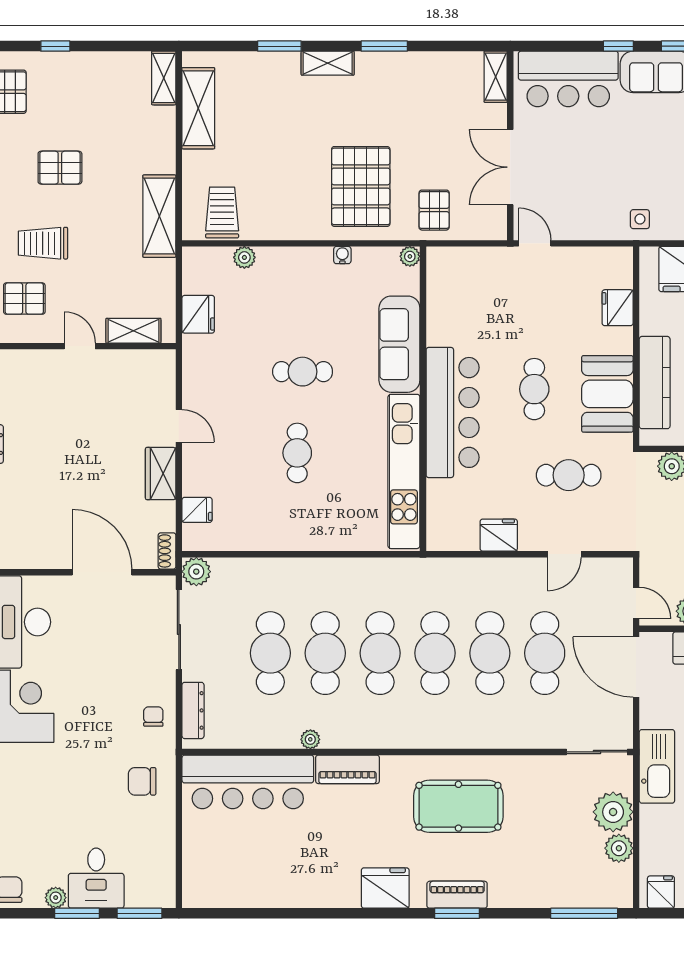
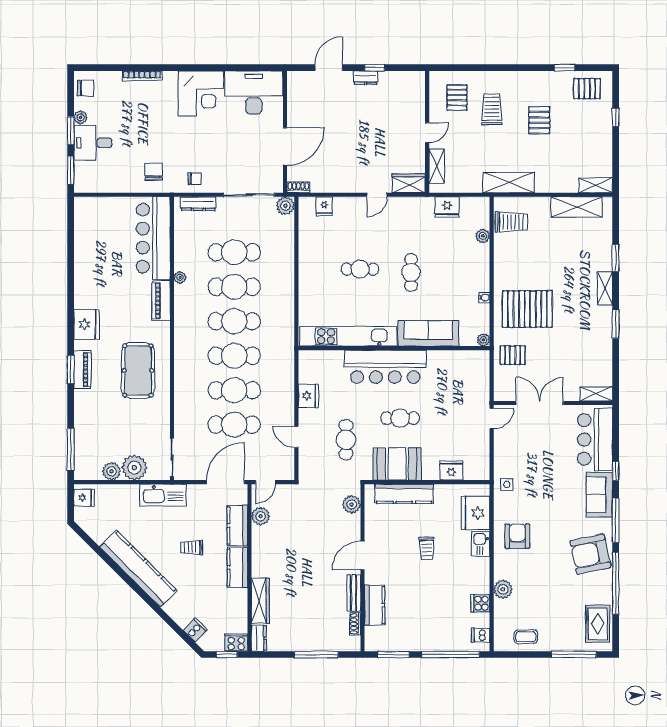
wardrobe: (161, 474) -> (409, 183), moved

